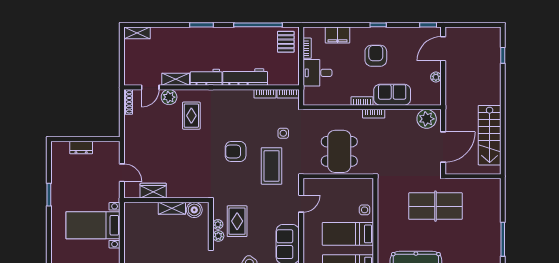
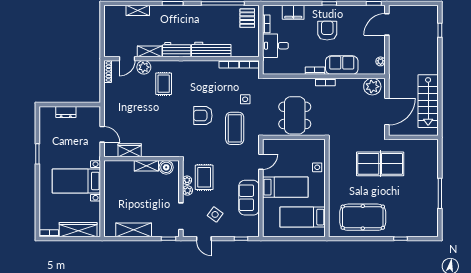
shelving: (137, 33) -> (138, 10), moved
plant: (436, 77) -> (381, 61), moved
bed: (348, 234) -> (285, 187), moved, turned 180

